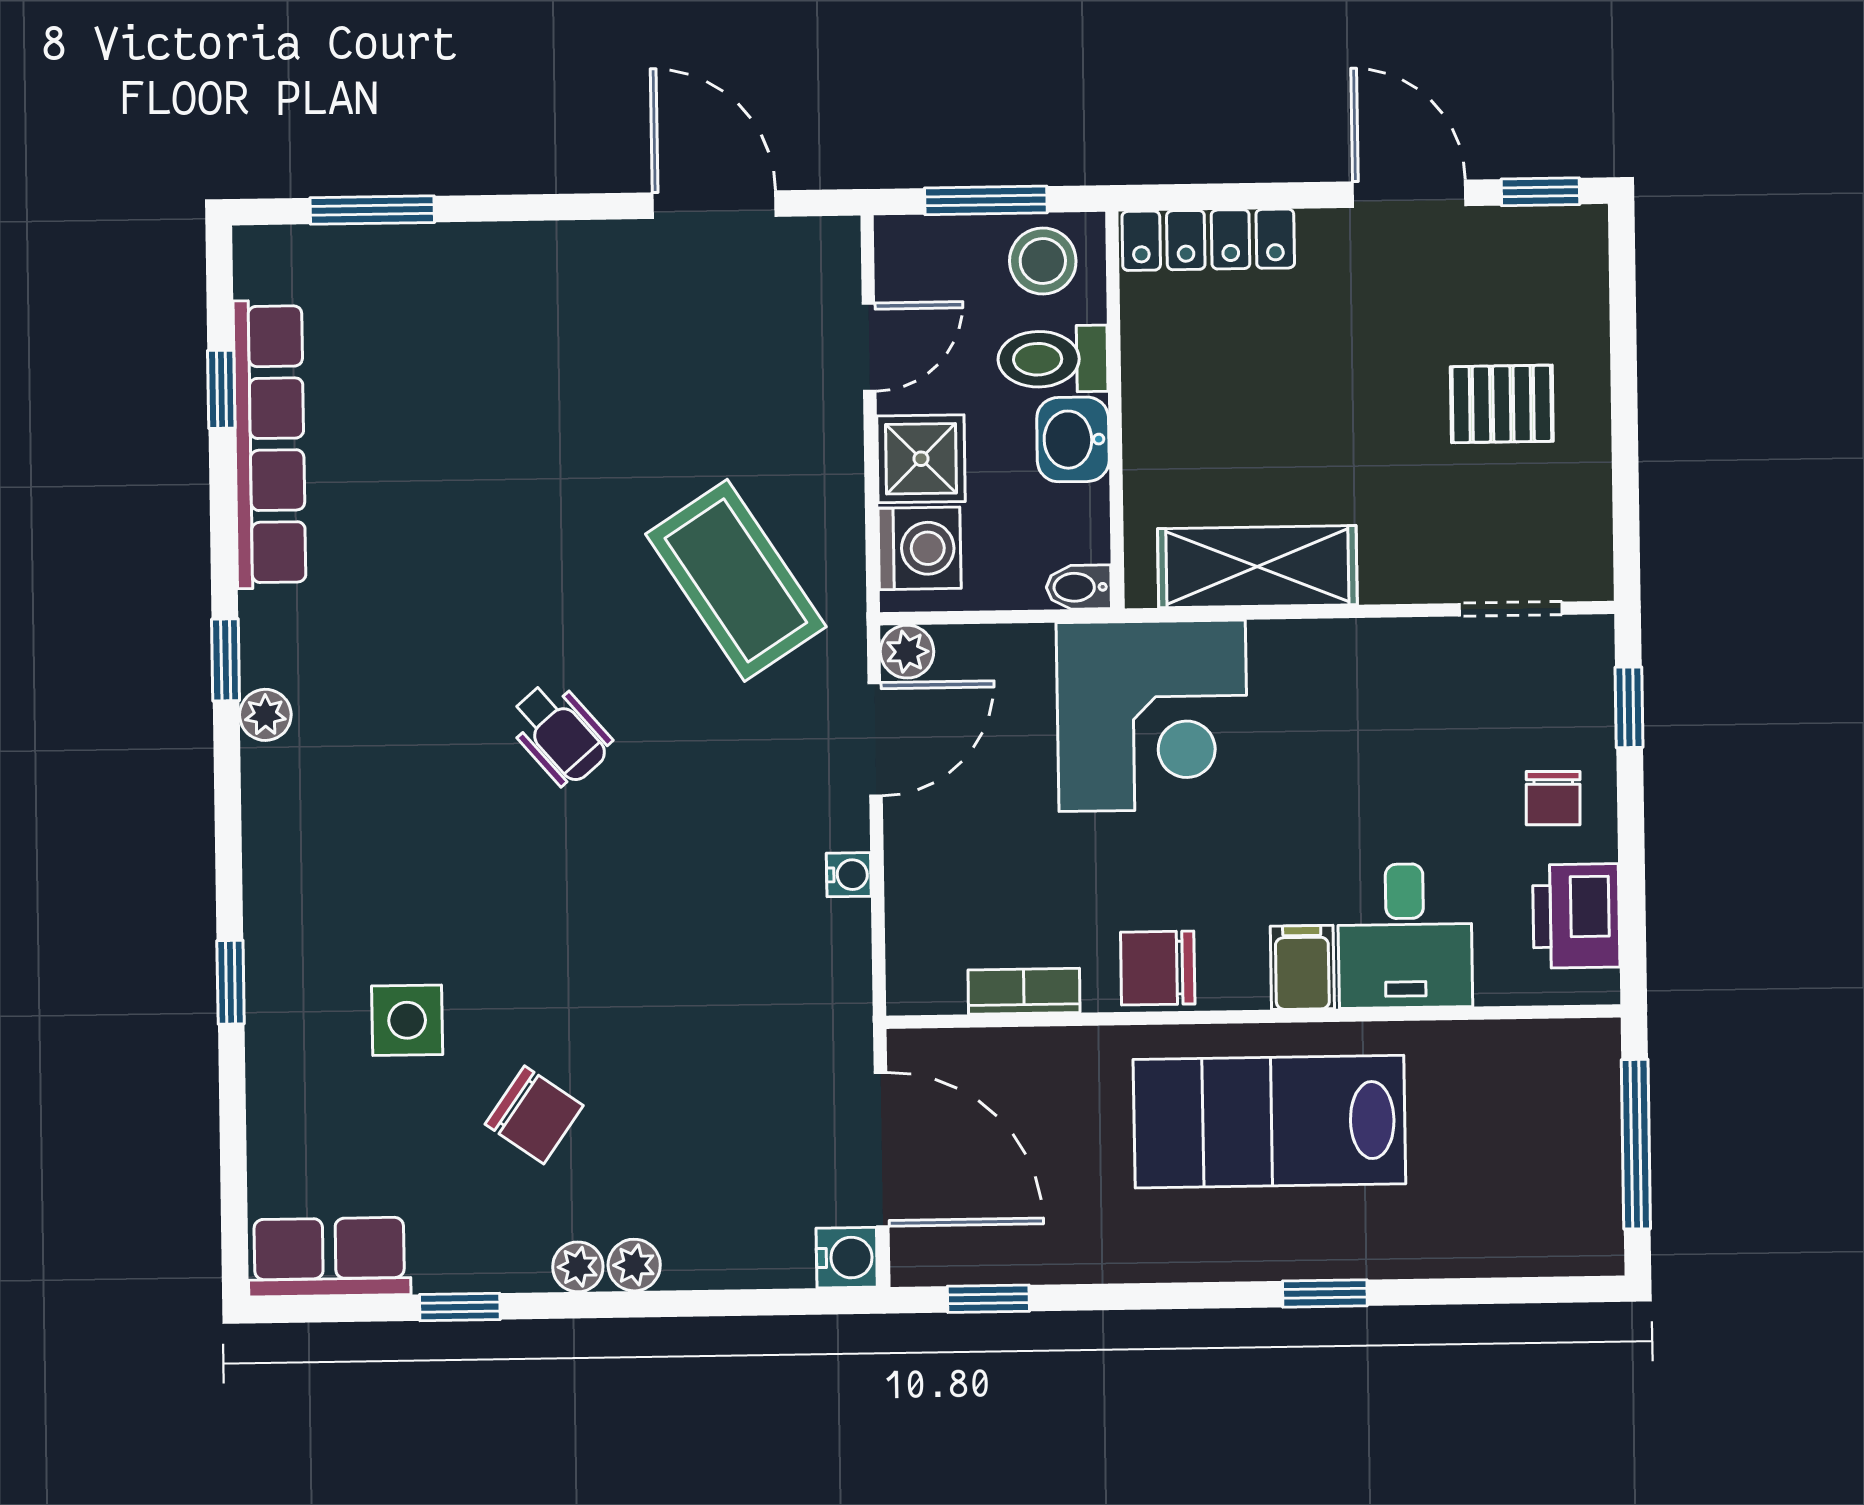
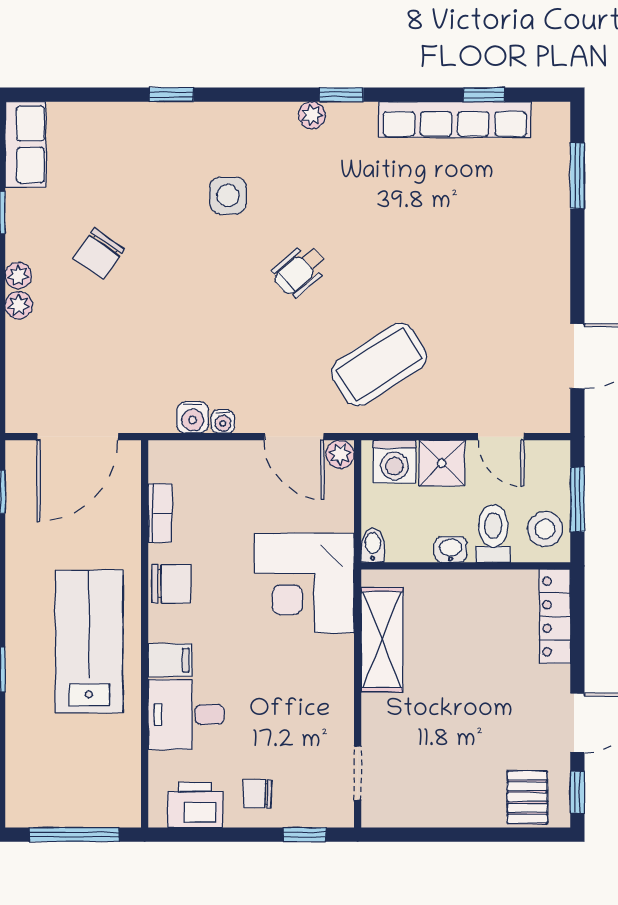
pallet: (1502, 404) -> (527, 797), moved
washbasin: (1073, 439) -> (451, 549), width x0.72, depth x0.69
chair: (1158, 968) -> (171, 584), turned 90
side table: (407, 1020) -> (228, 196), moved
water cooler: (847, 1258) -> (193, 417), moved

